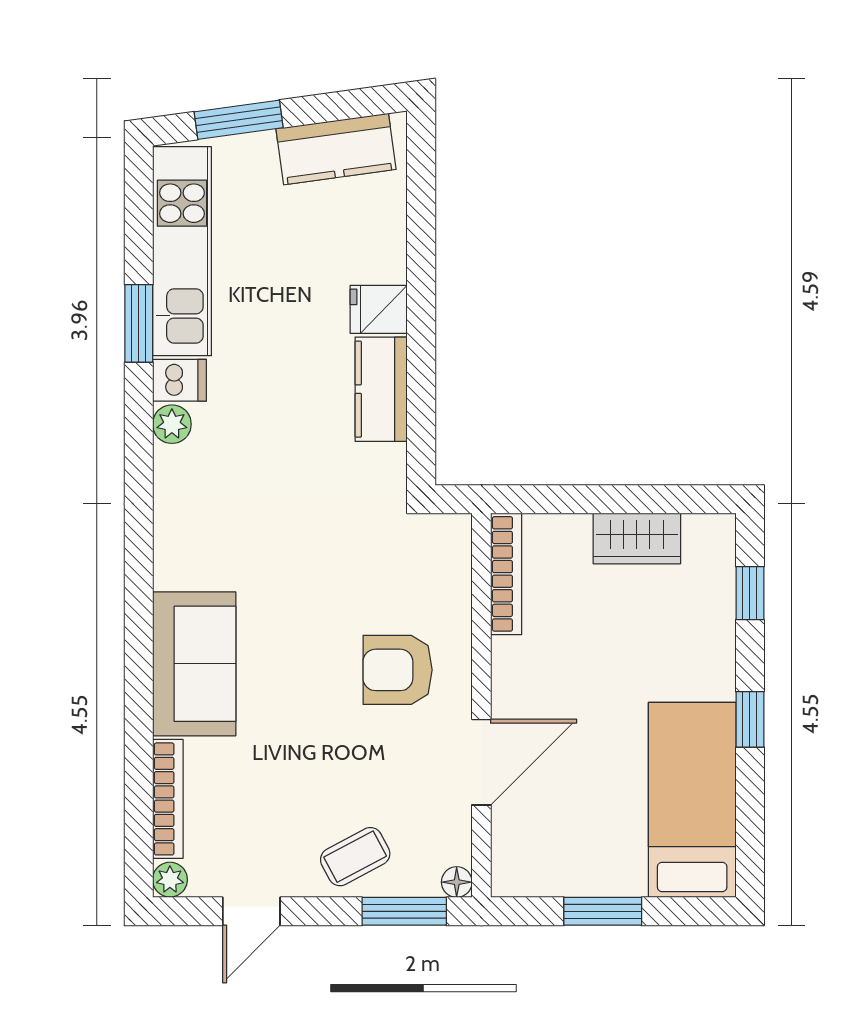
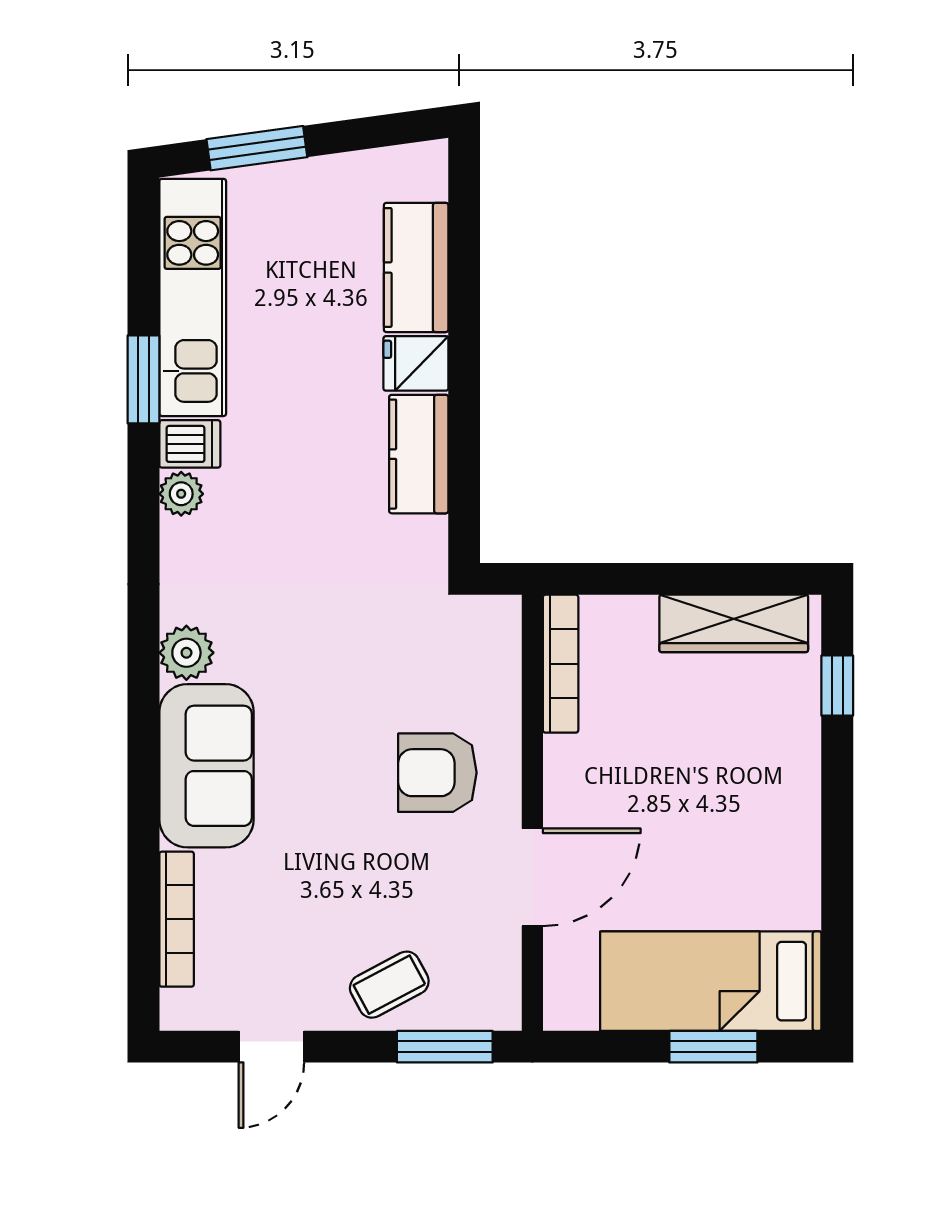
kitchen counter: (336, 149) -> (416, 267), moved, turned 98
wardrobe: (637, 538) -> (734, 623), width x1.50
window: (750, 719) -> (837, 829), removed
bed: (692, 800) -> (711, 981), moved, turned -90
plant: (170, 880) -> (186, 653), moved, width x1.38, depth x1.38
floor lamp: (457, 882) -> (504, 1013), removed
window: (603, 911) -> (713, 1047), moved

